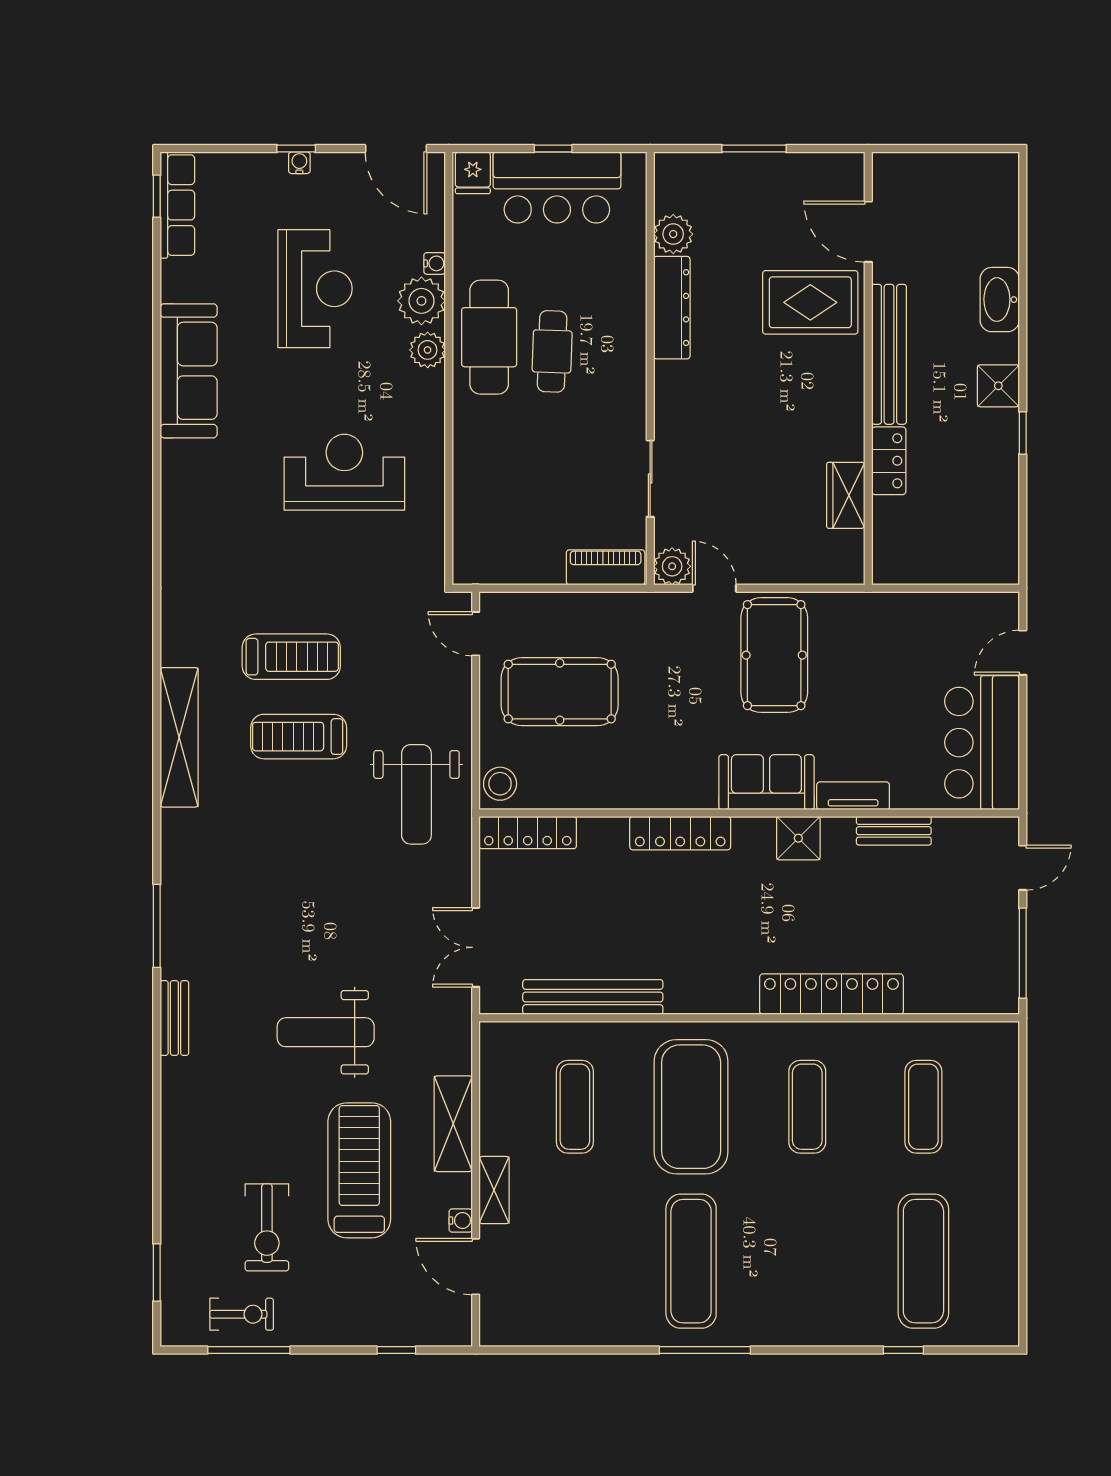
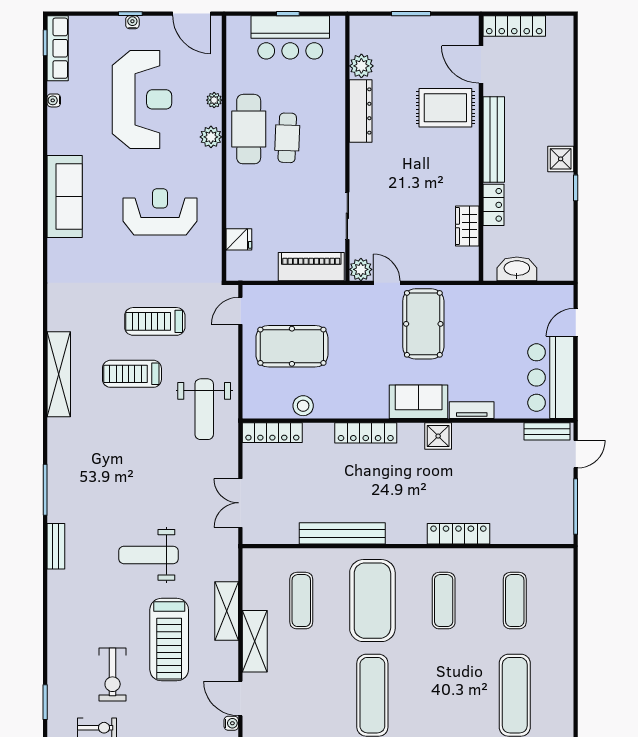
locker: (923, 169) -> (514, 26), added
fridge: (473, 173) -> (239, 239), moved, turned -90
water cooler: (435, 263) -> (54, 100), moved, turned 180
reception desk: (315, 289) -> (142, 99), width x1.36, depth x1.30
washbasin: (1000, 300) -> (517, 269), moved, turned 90
plant: (421, 301) -> (214, 100), width x0.53, depth x0.53
sofa: (189, 371) -> (65, 197), moved
piano: (606, 567) -> (311, 267), width x1.37, depth x1.33
door: (476, 634) -> (240, 311), hinge flipped
treadmill: (291, 657) -> (155, 321), moved, turned 180
stool: (500, 784) -> (303, 406), moved
bench: (894, 831) -> (547, 431), moved
locker: (831, 994) -> (458, 534), width x0.71, depth x0.83
bench: (593, 997) -> (342, 533), moved
treadmill: (359, 1170) -> (169, 640), turned 180
shelving: (494, 1190) -> (255, 641), width x1.50, depth x1.33
water cooler: (461, 1221) -> (231, 723), moved

